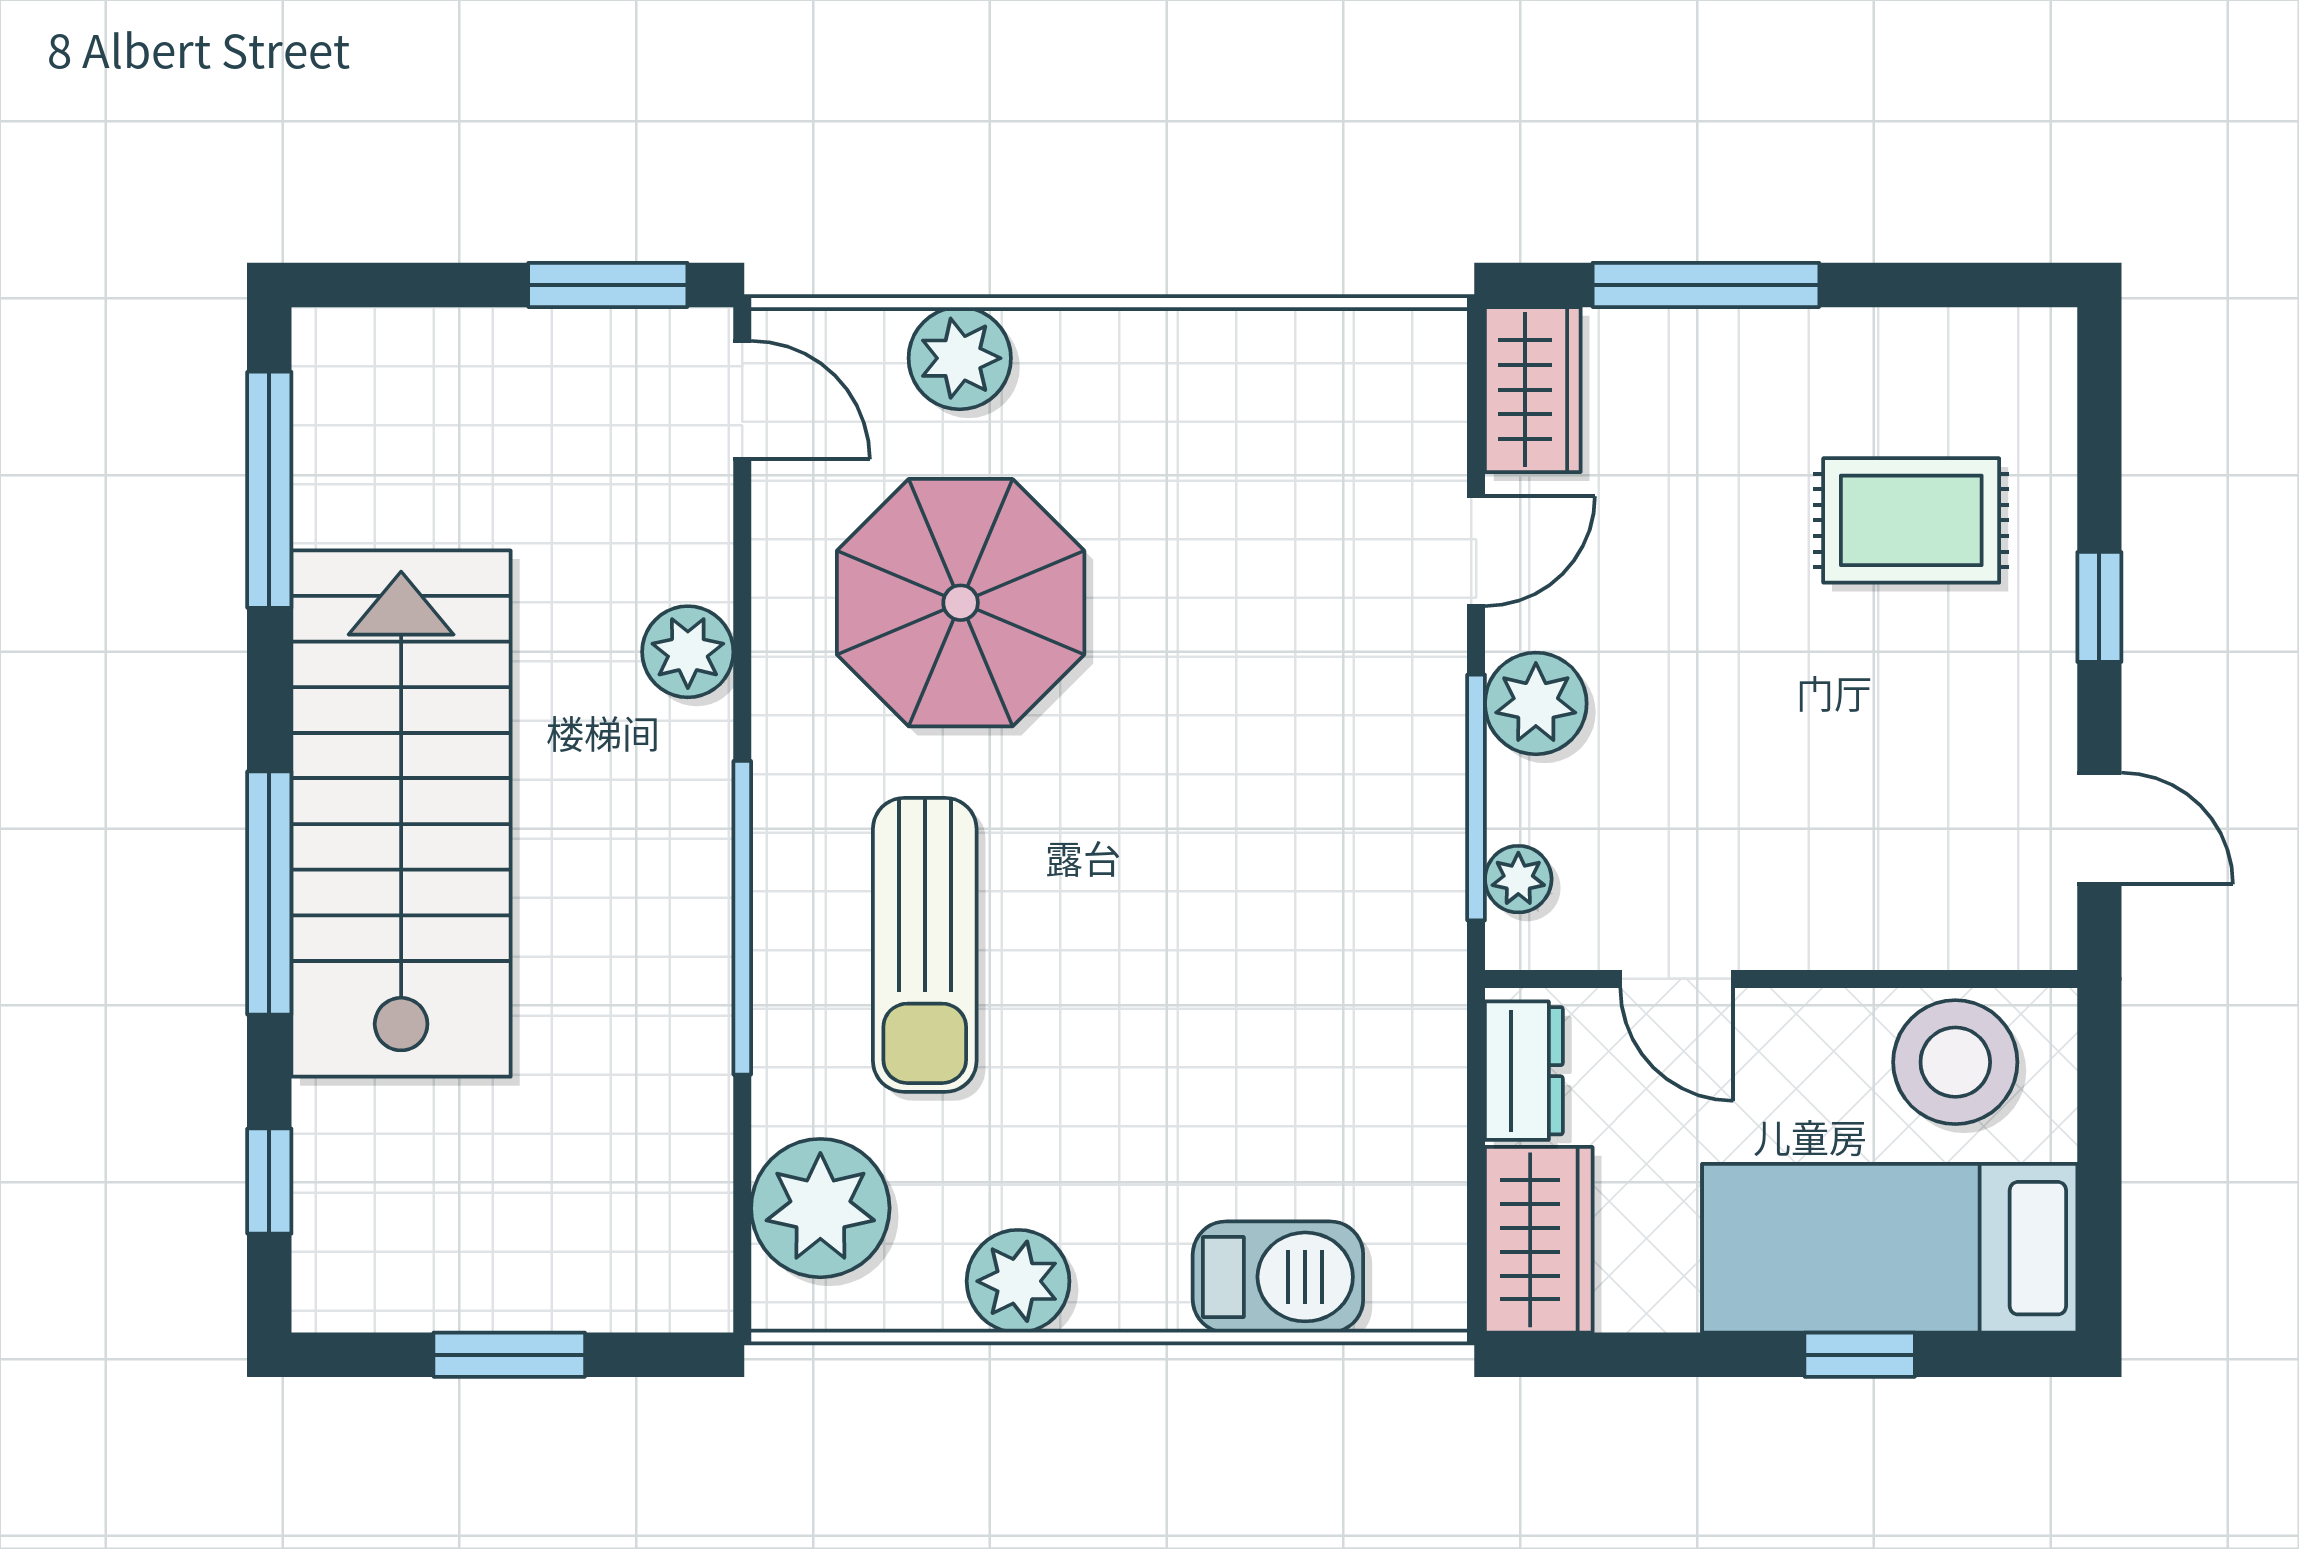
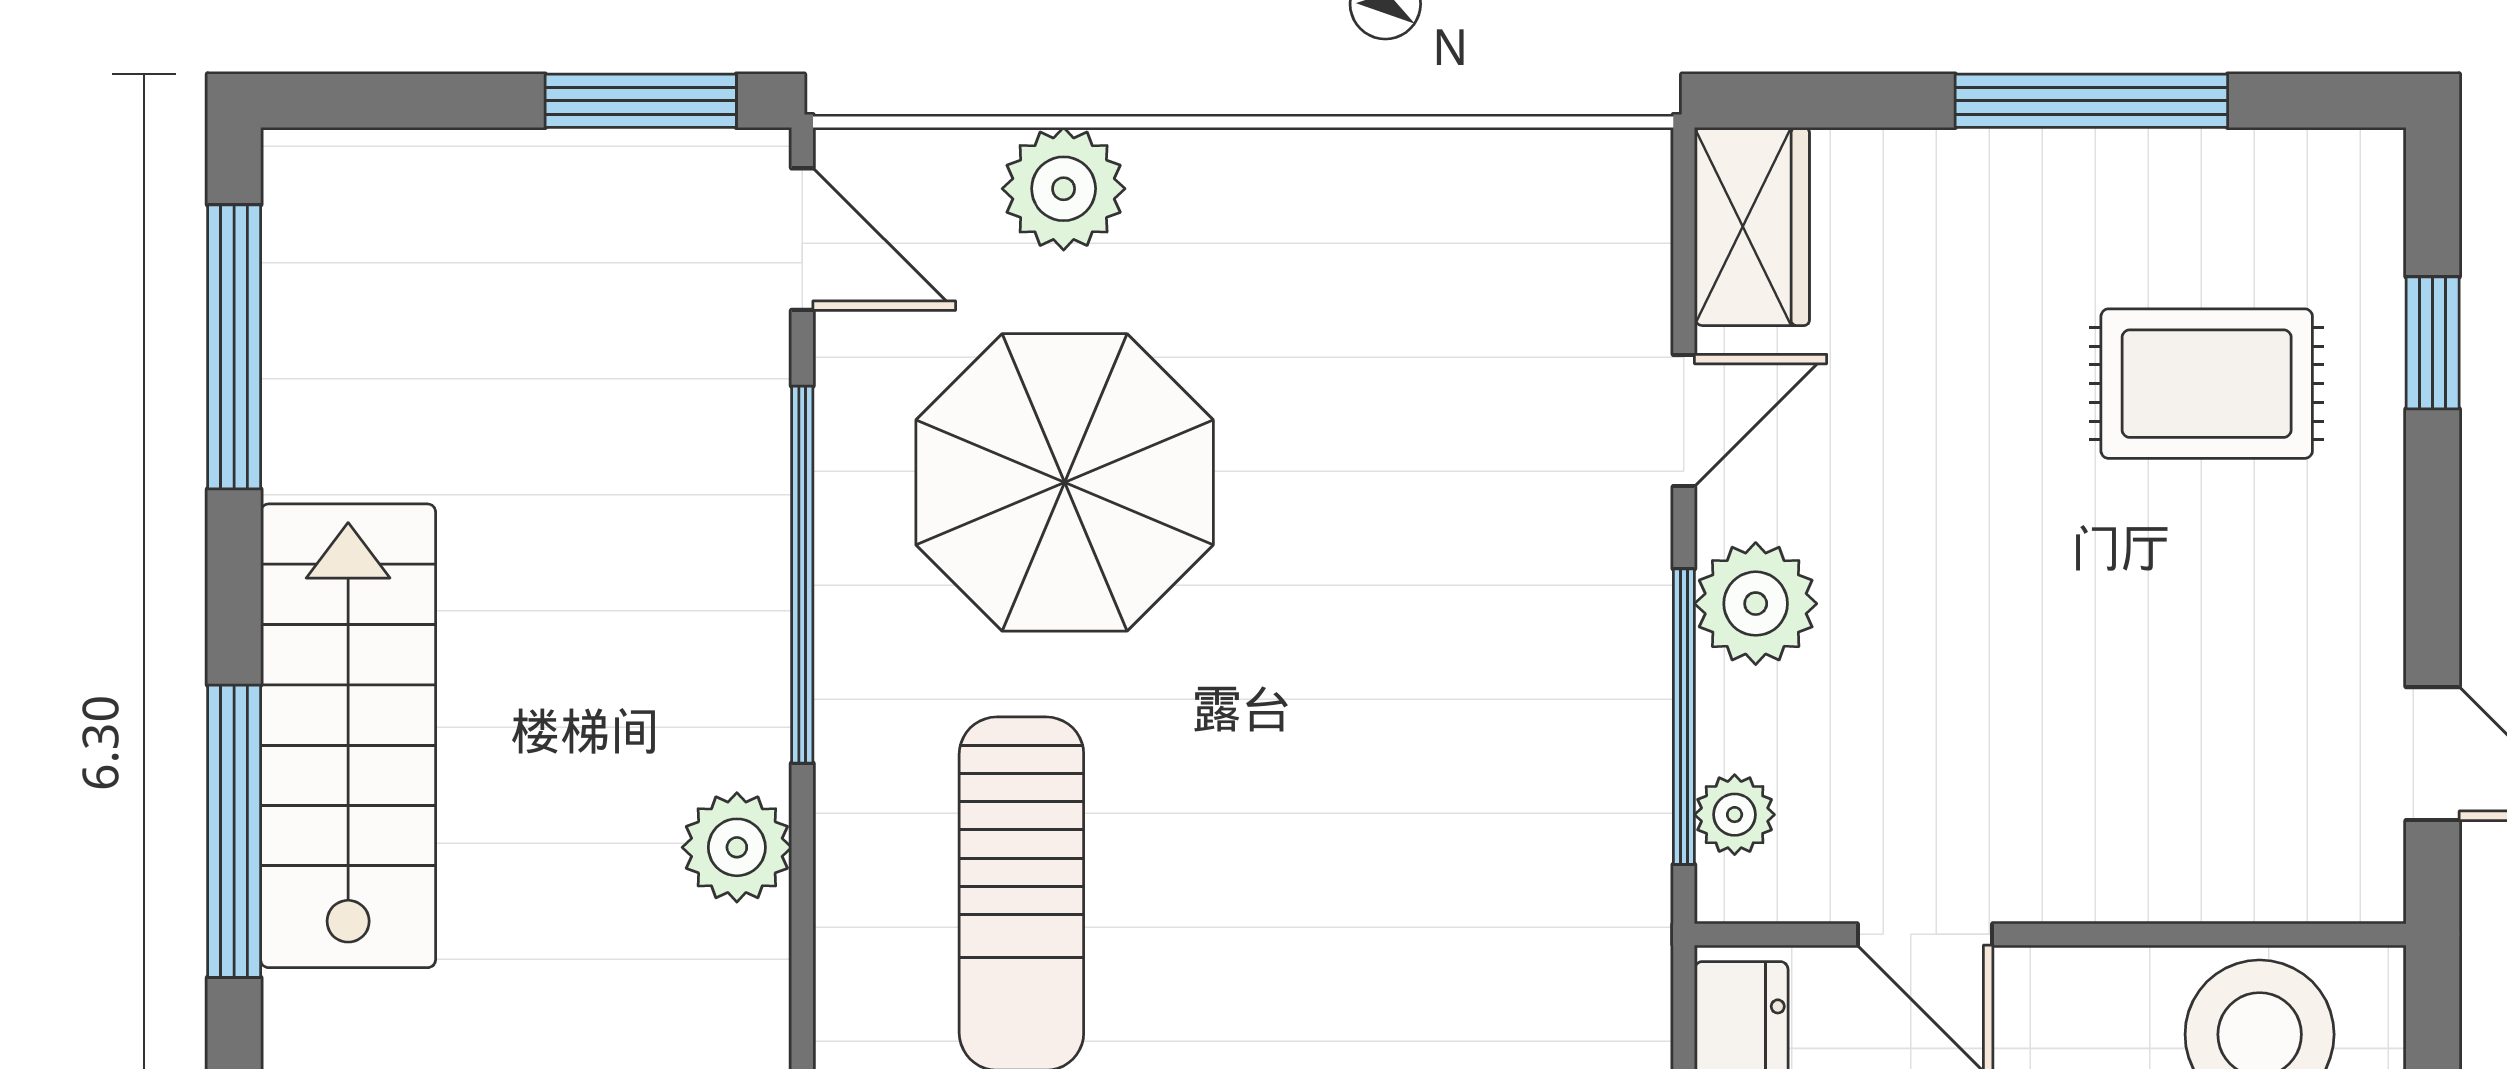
window: (1706, 285) -> (2091, 101), moved
window: (2099, 607) -> (2433, 343), moved
plant: (688, 652) -> (737, 847), moved
stairs: (401, 814) -> (348, 736), width x0.73, depth x0.66
window: (742, 918) -> (802, 575), moved

